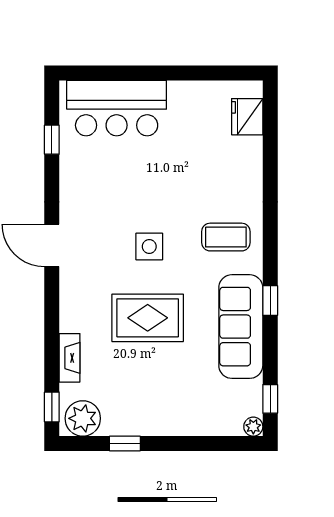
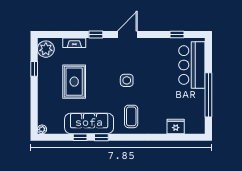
window: (180, 73) -> (208, 95), added
fridge: (247, 117) -> (176, 126), moved
rug: (148, 318) -> (74, 82), moved
window: (270, 399) -> (80, 137), moved
window: (52, 407) -> (96, 35), moved

